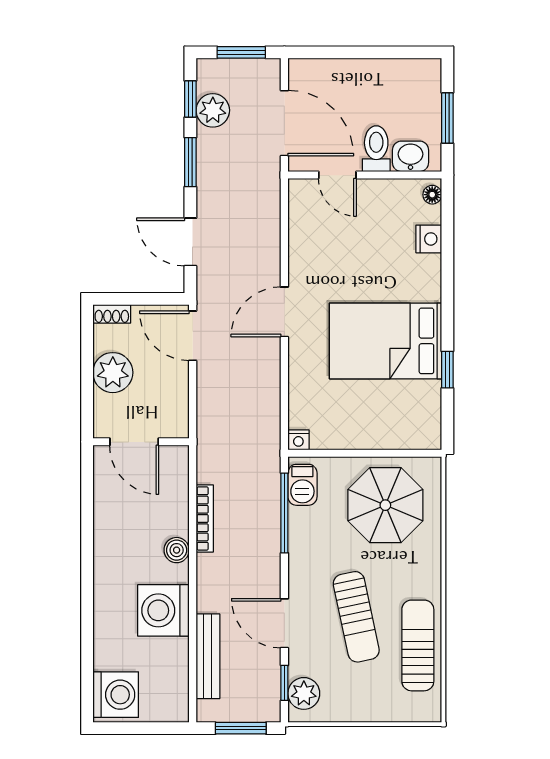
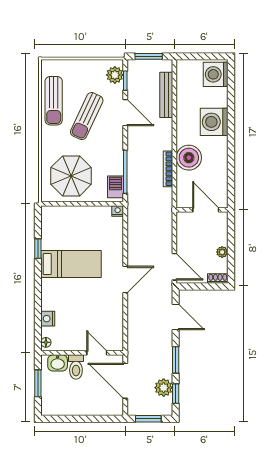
bed: (385, 341) -> (71, 264), width x0.67
plant: (113, 373) -> (222, 252), width x0.53, depth x0.53
boiler: (177, 550) -> (189, 158), width x1.86, depth x1.86
washing machine: (163, 610) -> (214, 122), moved, turned 180
sun lounger: (356, 617) -> (87, 116), turned -143

